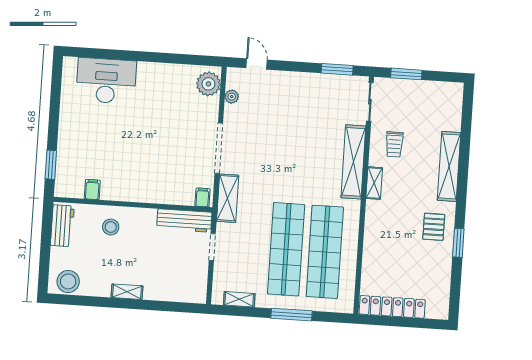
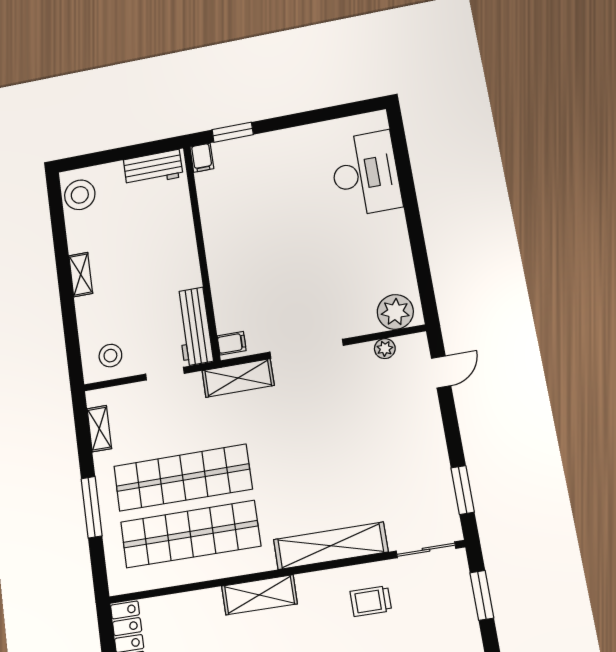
shelving: (374, 183) -> (259, 595), moved, width x1.50, depth x1.33
filing cabinet: (92, 190) -> (202, 158), moved, turned 90
stool: (111, 227) -> (110, 356), moved

